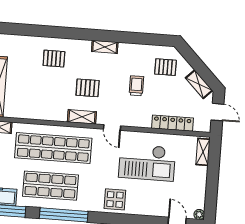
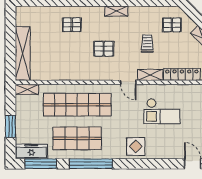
shelving: (82, 117) -> (150, 75), moved
checkout: (147, 162) -> (162, 111), width x0.73, depth x0.83

